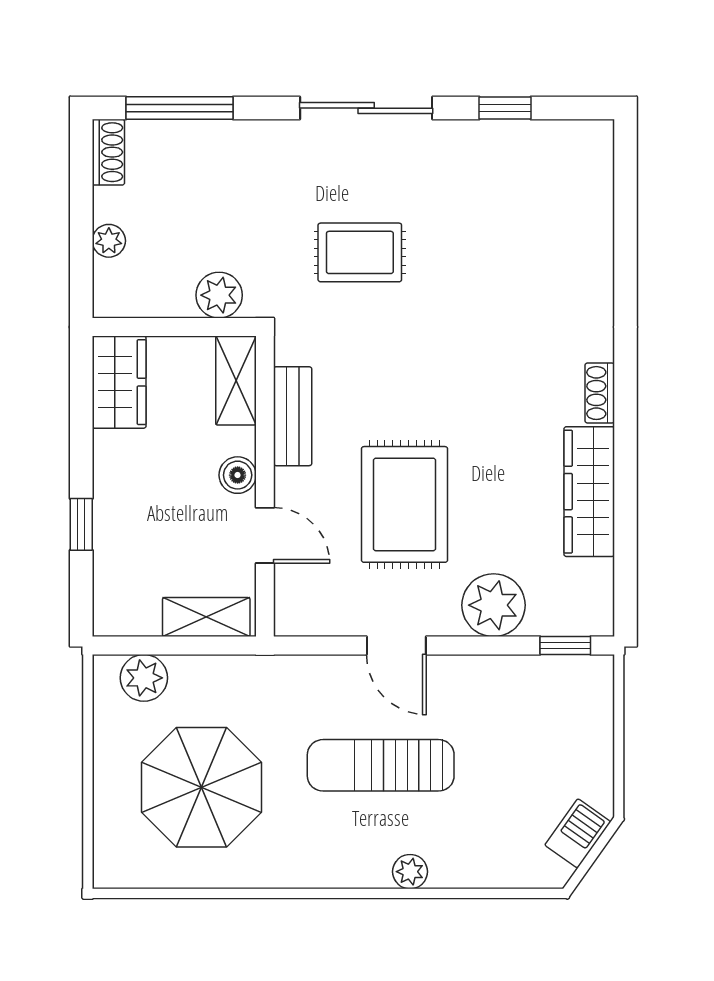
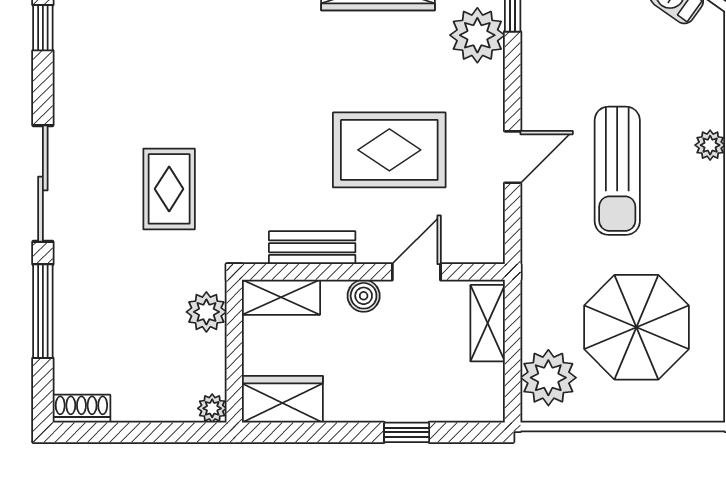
window: (179, 108) -> (43, 311), moved
window: (505, 108) -> (43, 28), moved
plant: (109, 241) -> (212, 408), moved
plant: (494, 605) -> (477, 35), moved
plant: (144, 678) -> (548, 378), width x1.36, depth x1.36

